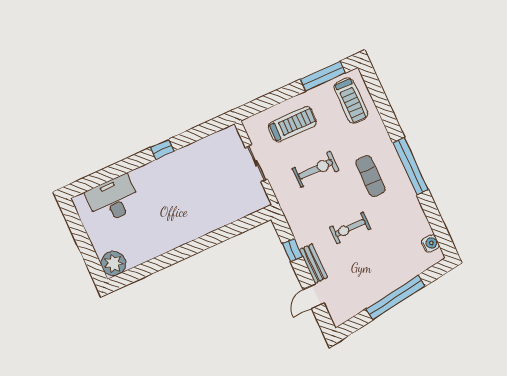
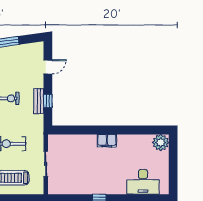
filing cabinet: (188, 233) -> (107, 141), added
bench: (313, 264) -> (39, 101), moved

